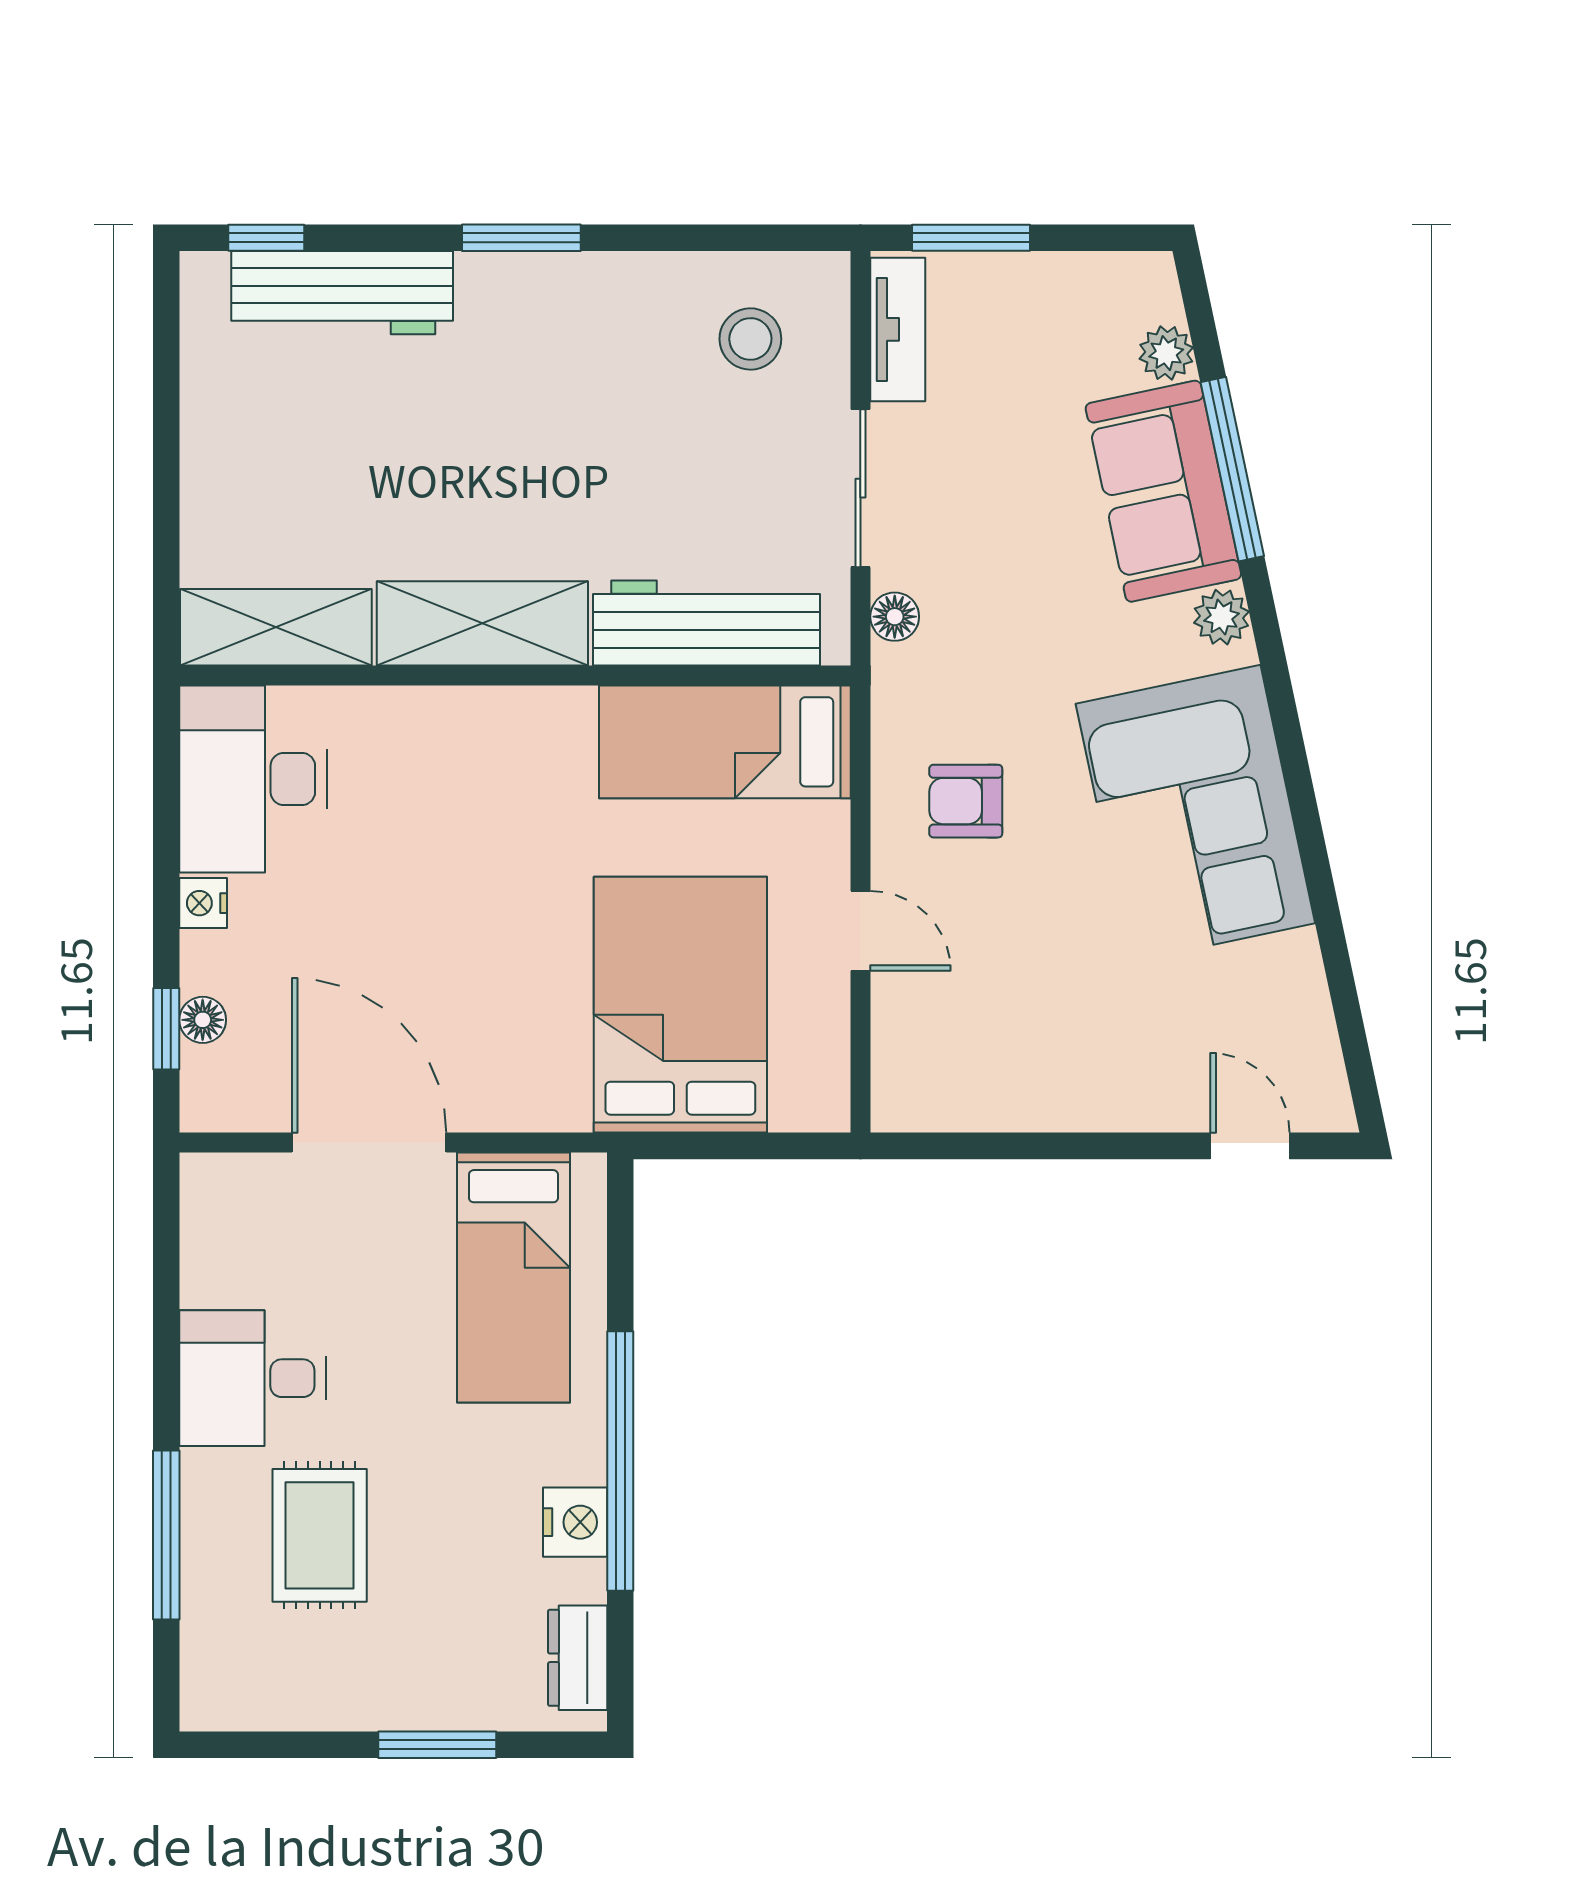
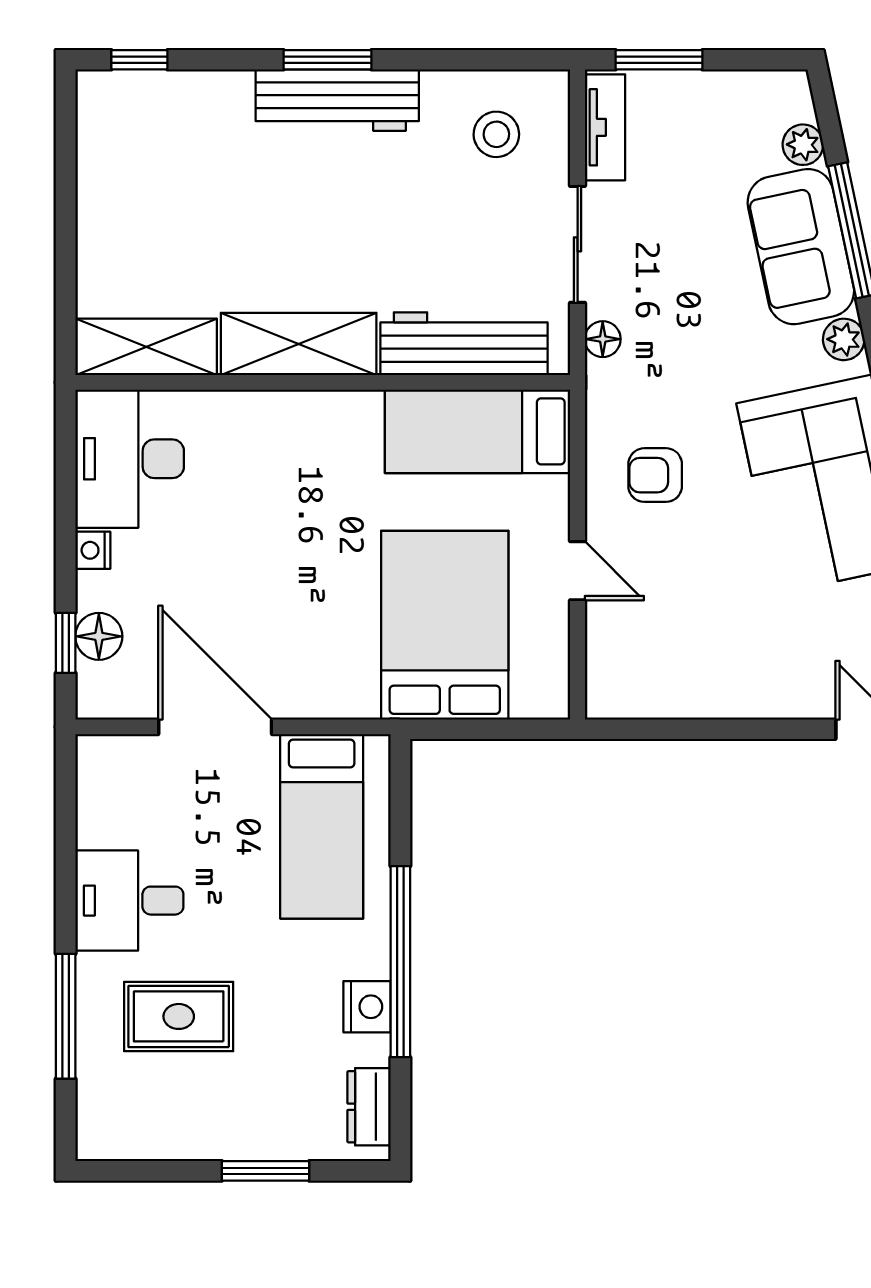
workbench: (342, 293) -> (337, 100), moved
floor lamp: (203, 1020) -> (99, 636), width x1.37, depth x1.37
rug: (320, 1535) -> (179, 1016), turned 90

